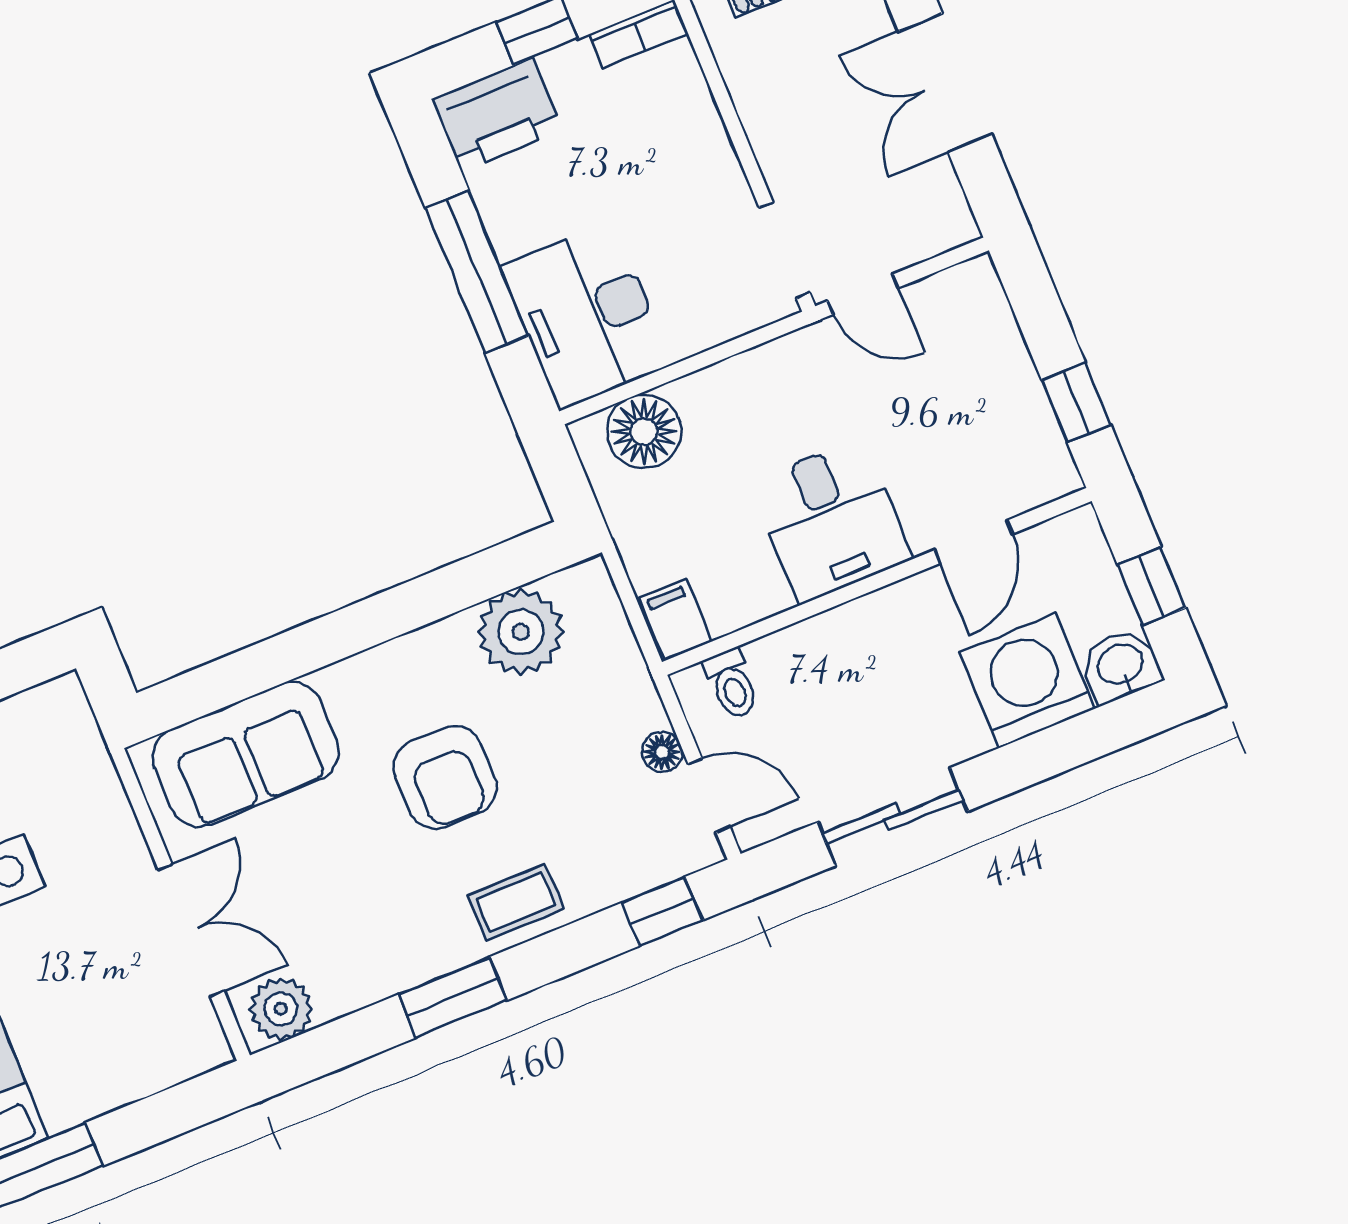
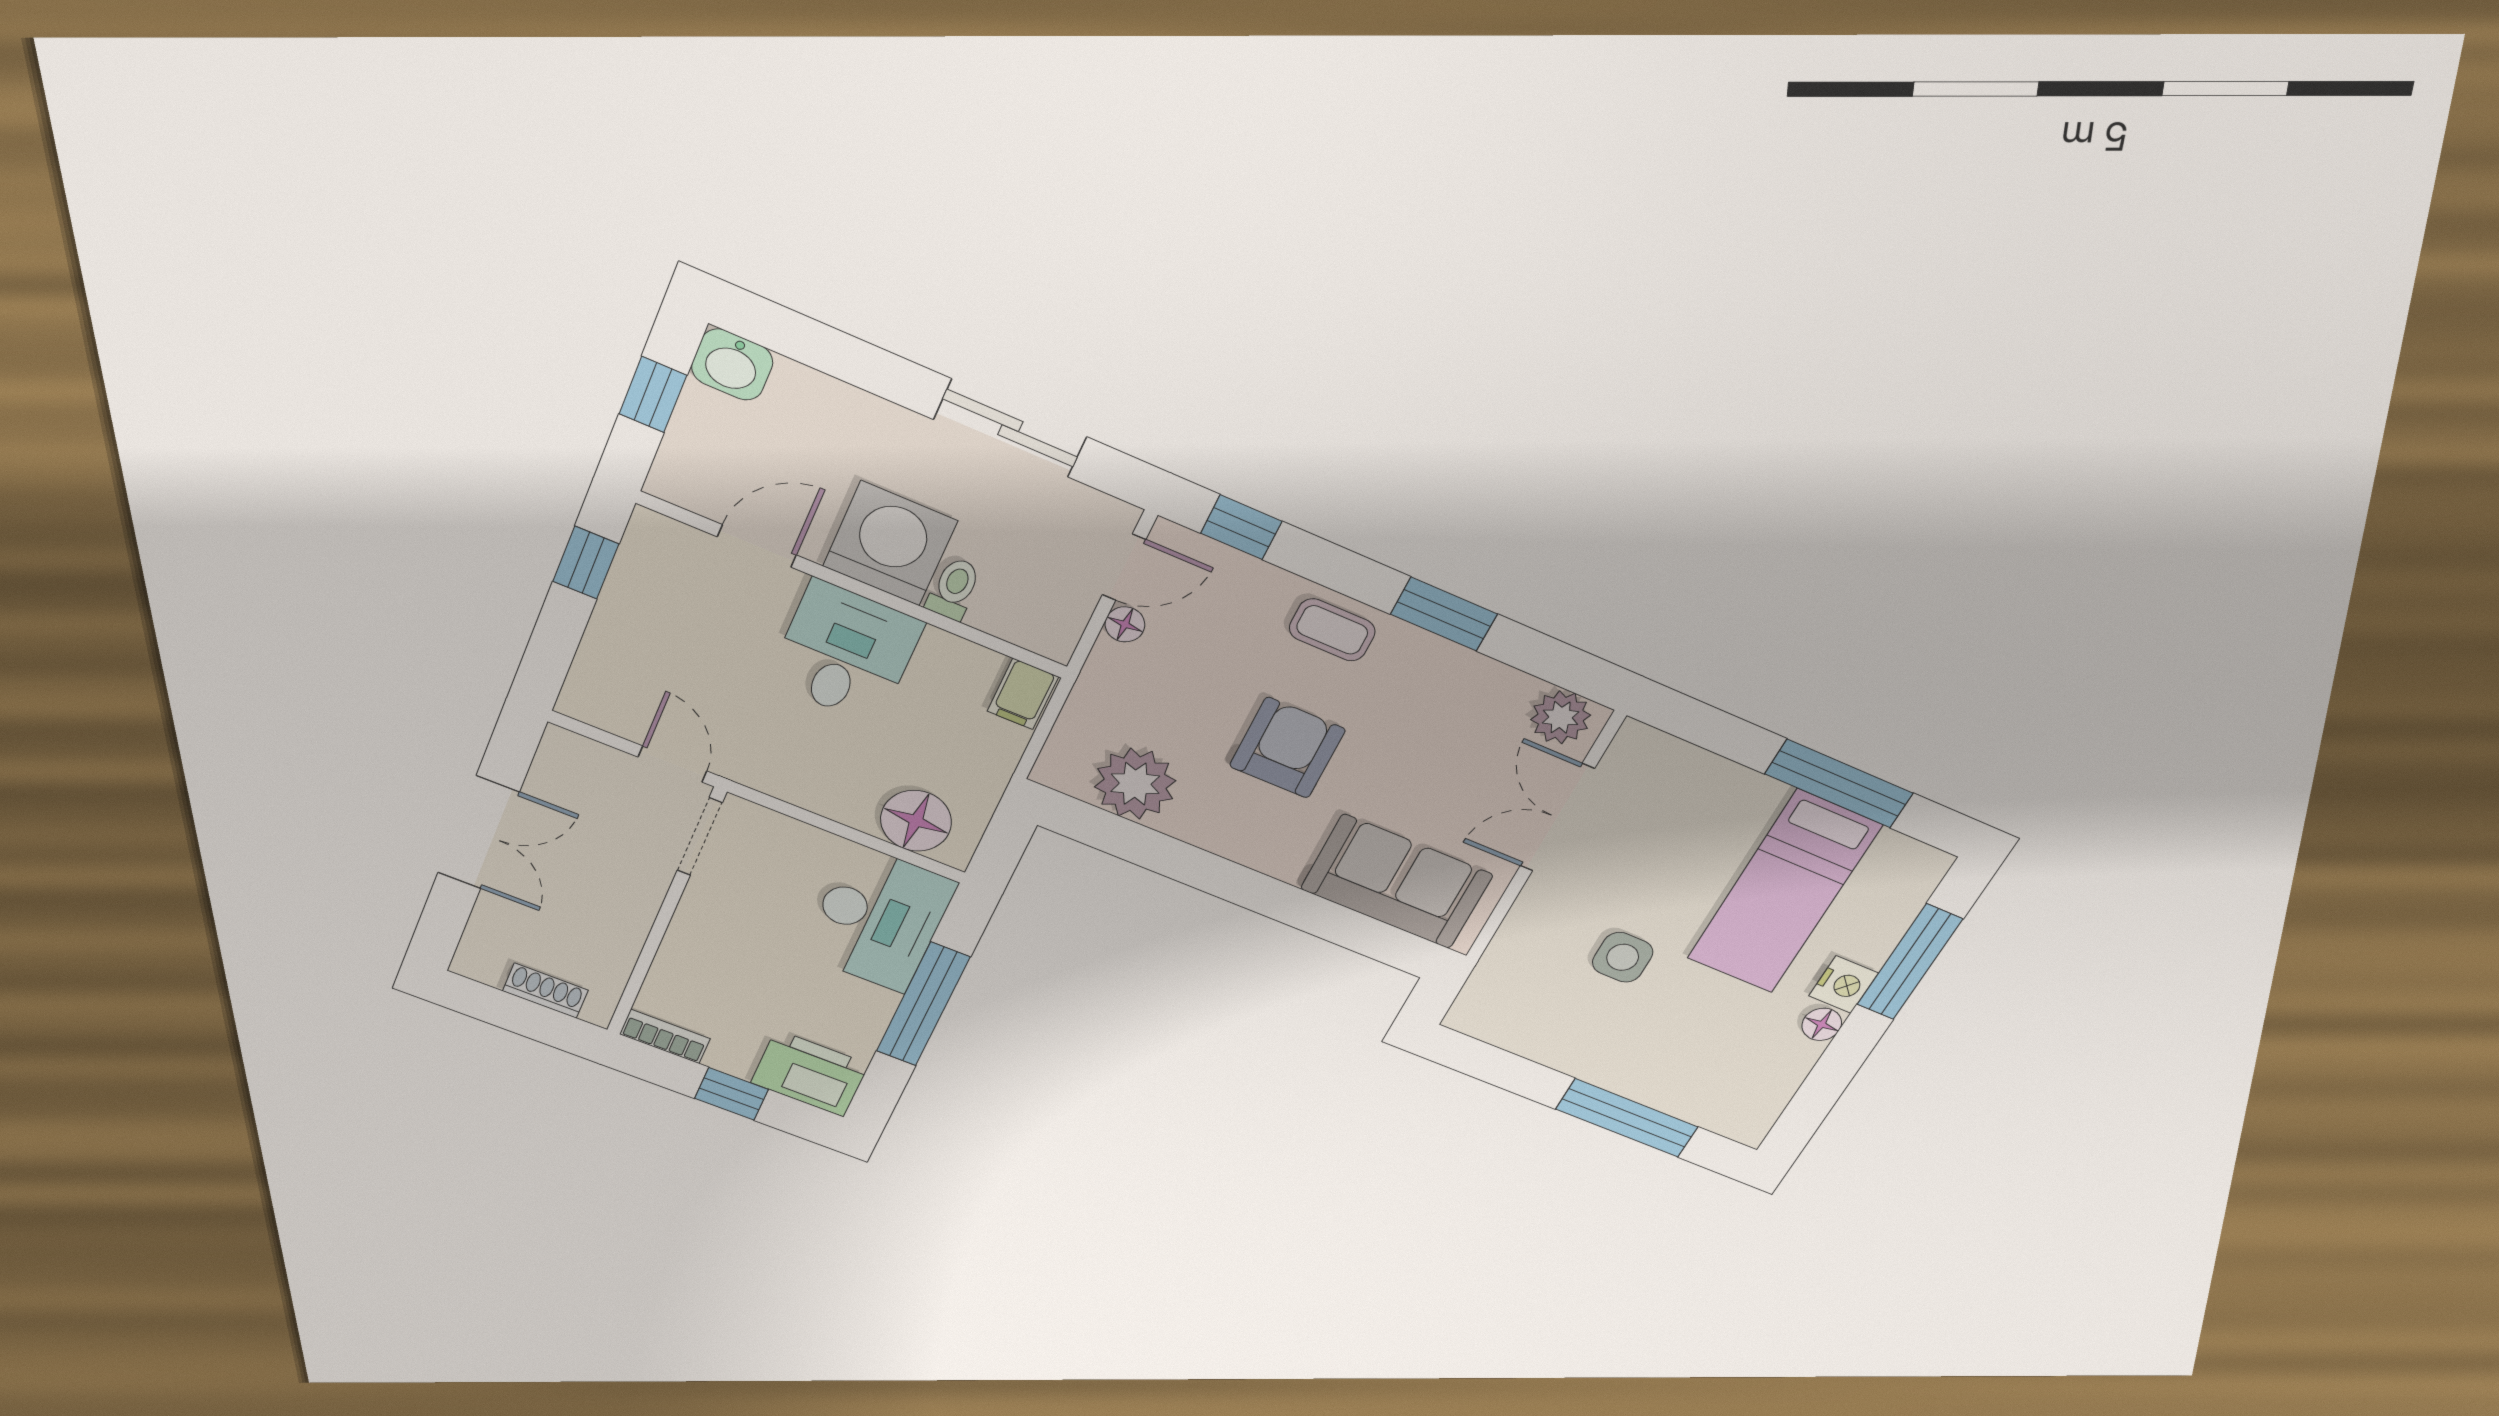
washing machine: (1027, 681) -> (890, 544), moved, turned 180
toilet: (732, 684) -> (954, 589), moved
door: (709, 795) -> (1124, 567), swing flipped

